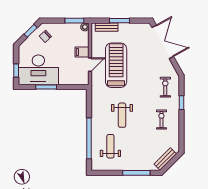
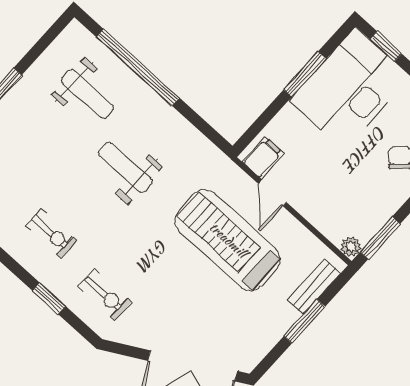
filing cabinet: (82, 52) -> (263, 158), moved
treadmill: (116, 65) -> (228, 240), turned 180

